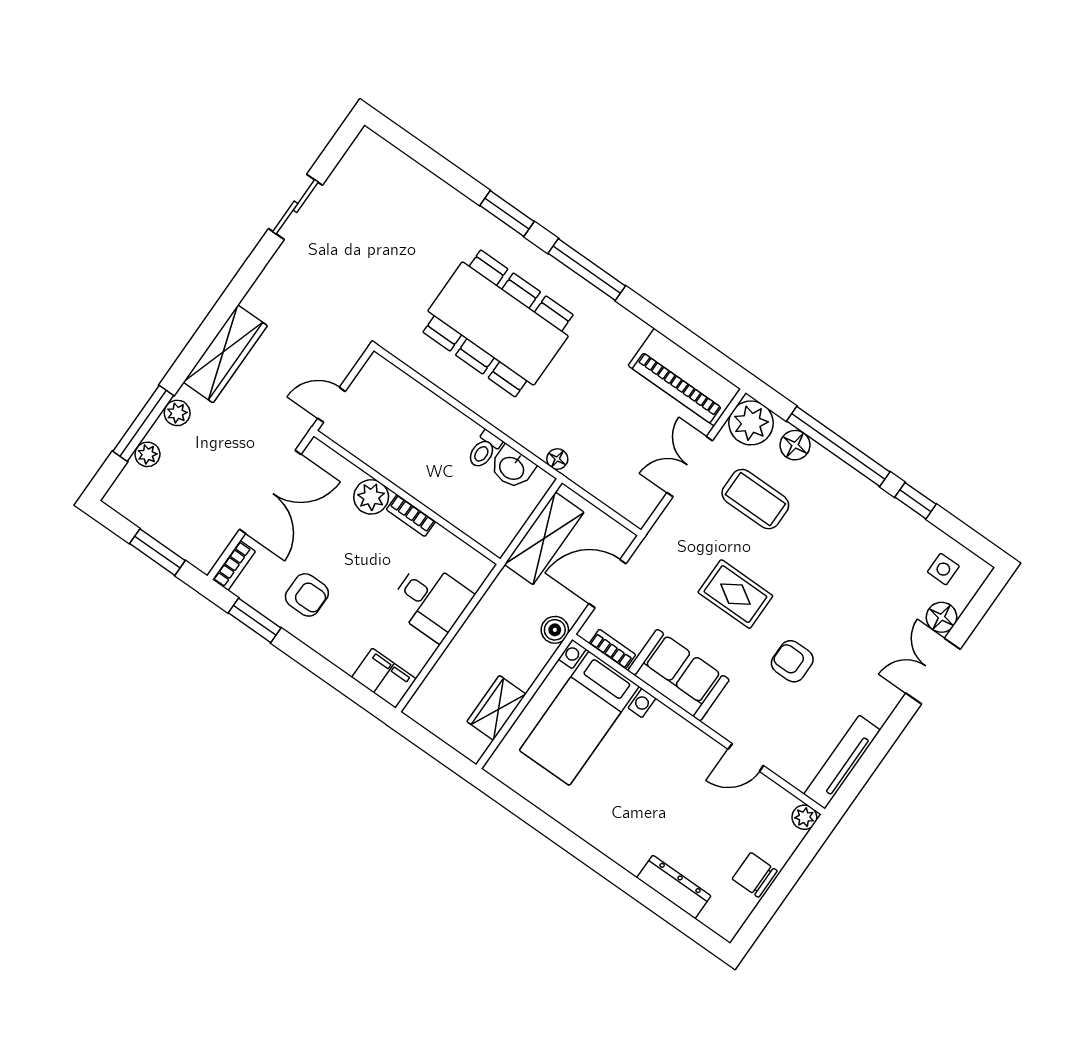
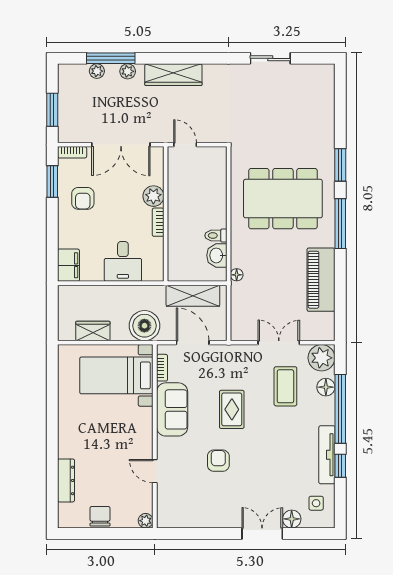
dining table: (498, 323) -> (283, 199), turned 90
piano: (684, 377) -> (321, 280), moved
boiler: (555, 630) -> (144, 326), width x1.86, depth x1.86
tv unit: (842, 762) -> (327, 455), moved, turned -90

